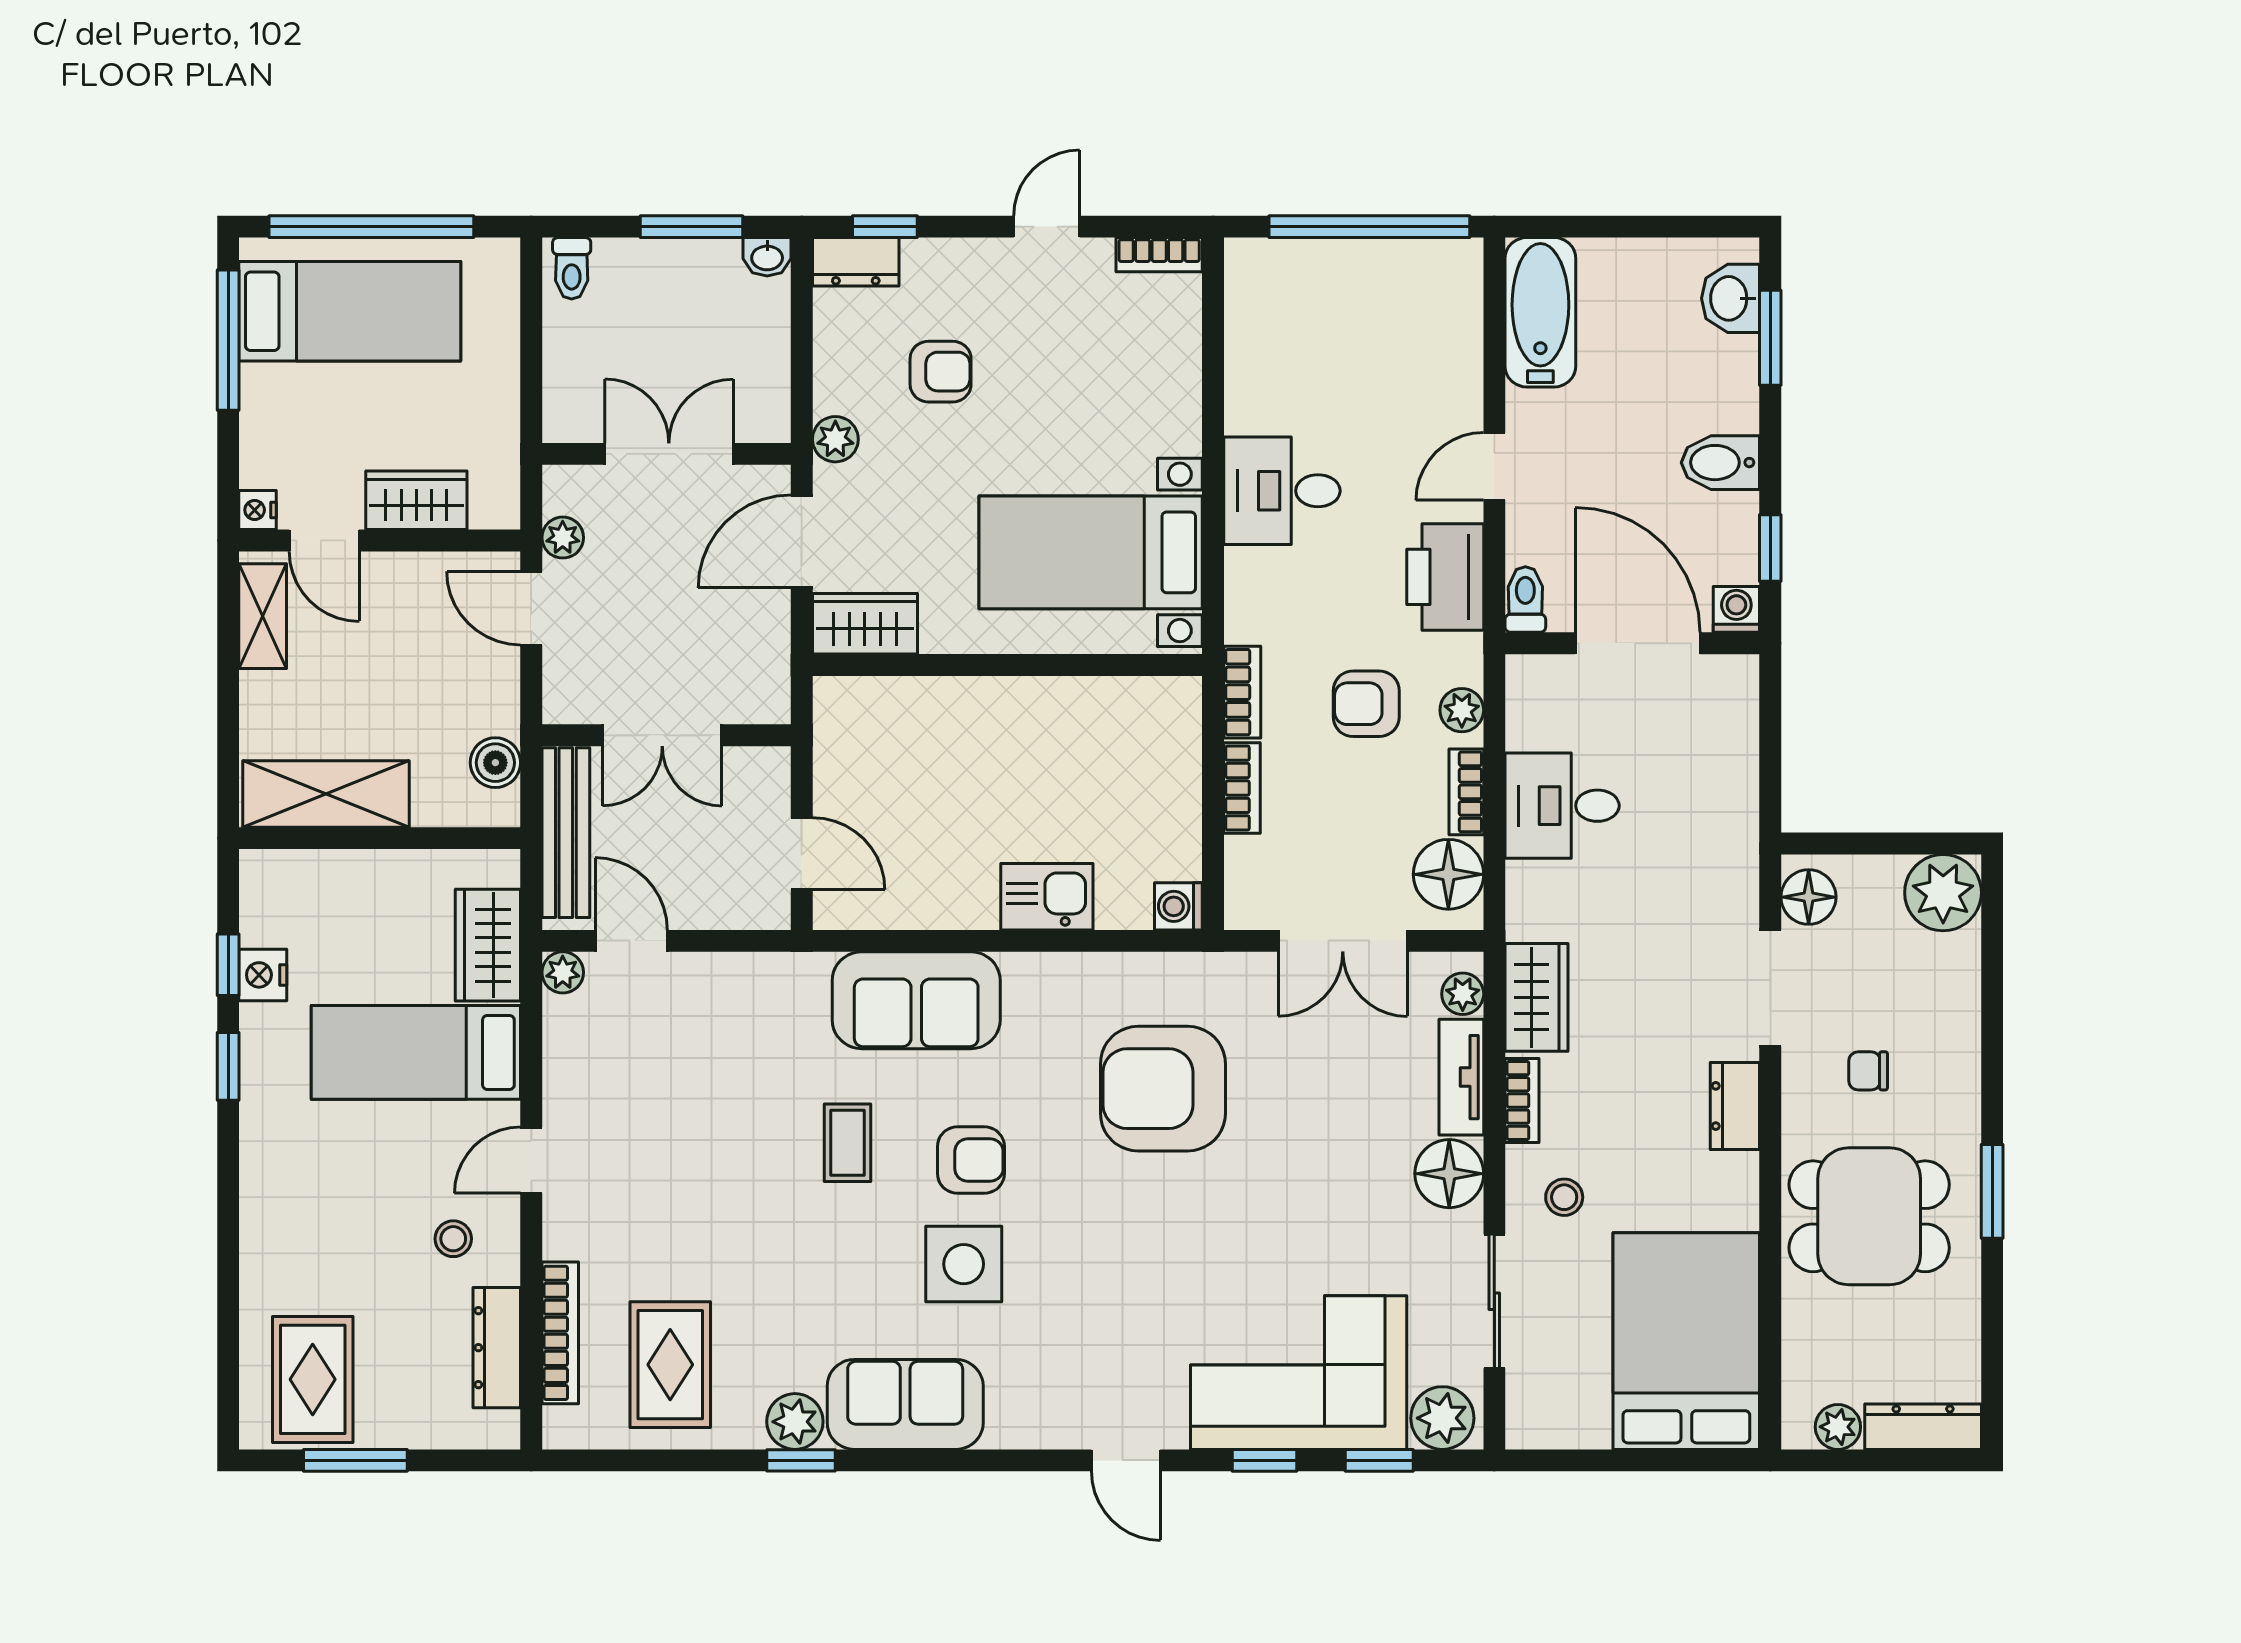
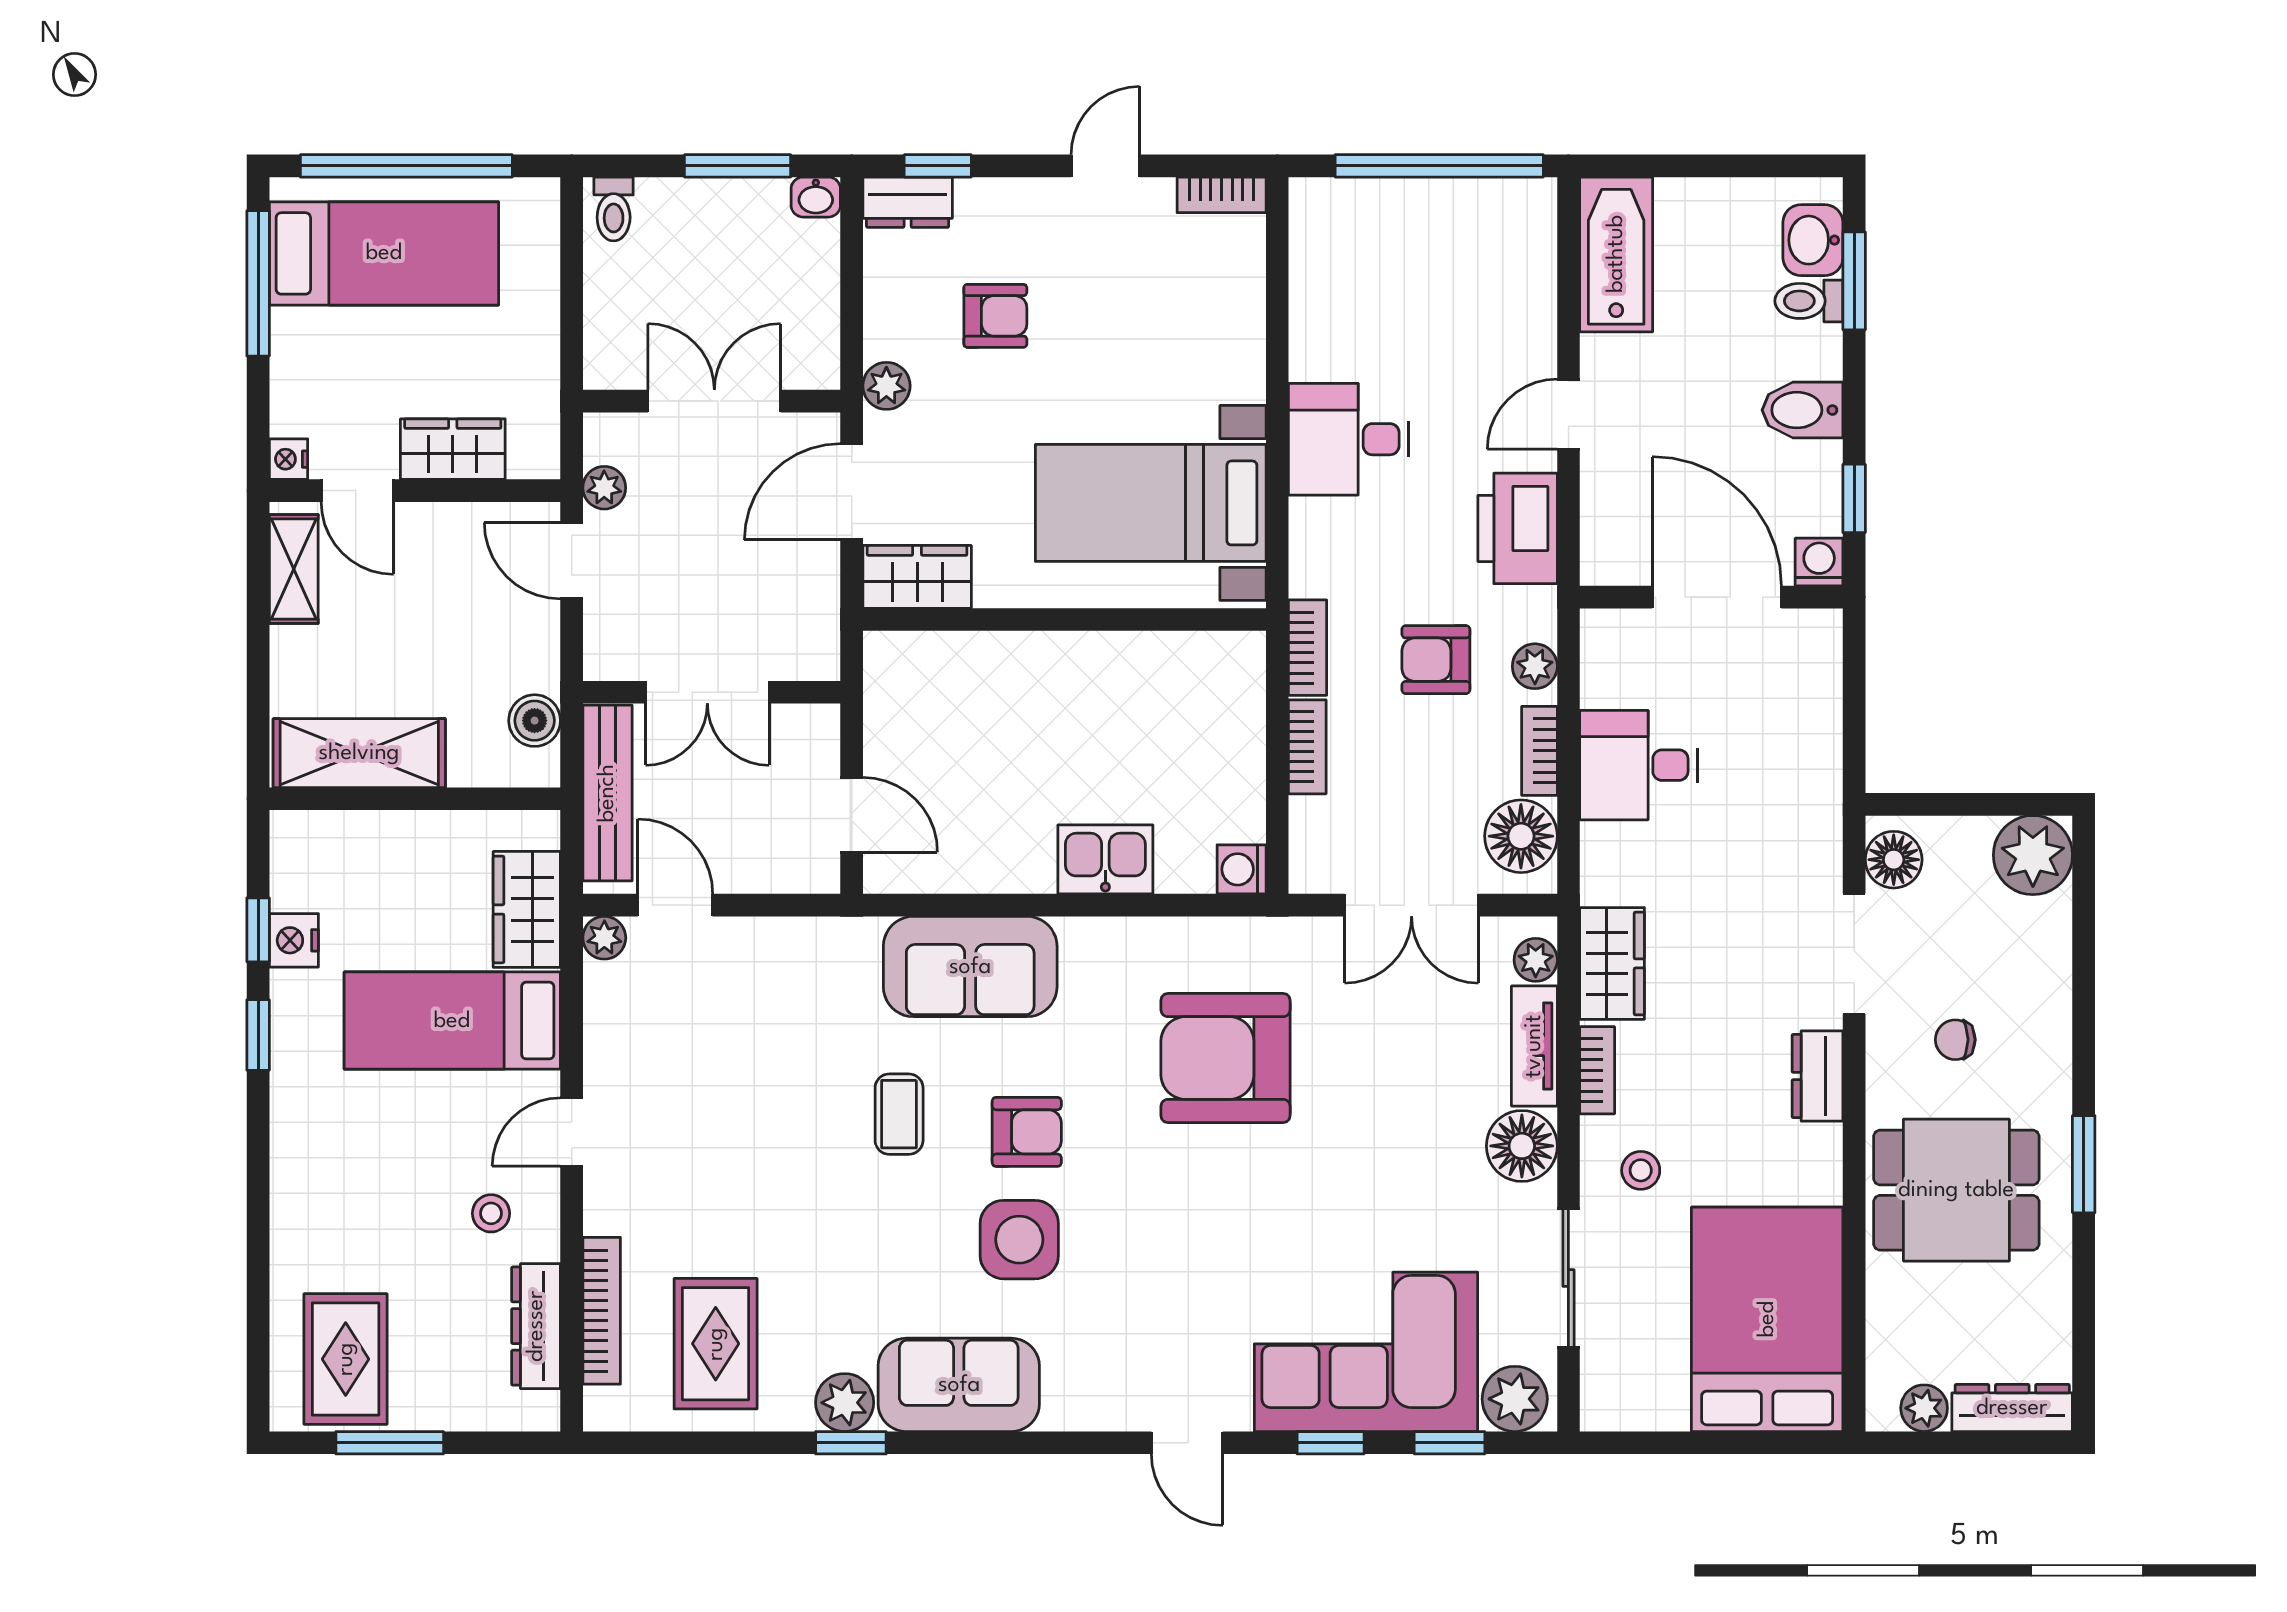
toilet: (1525, 600) -> (1809, 301), moved, turned -90

